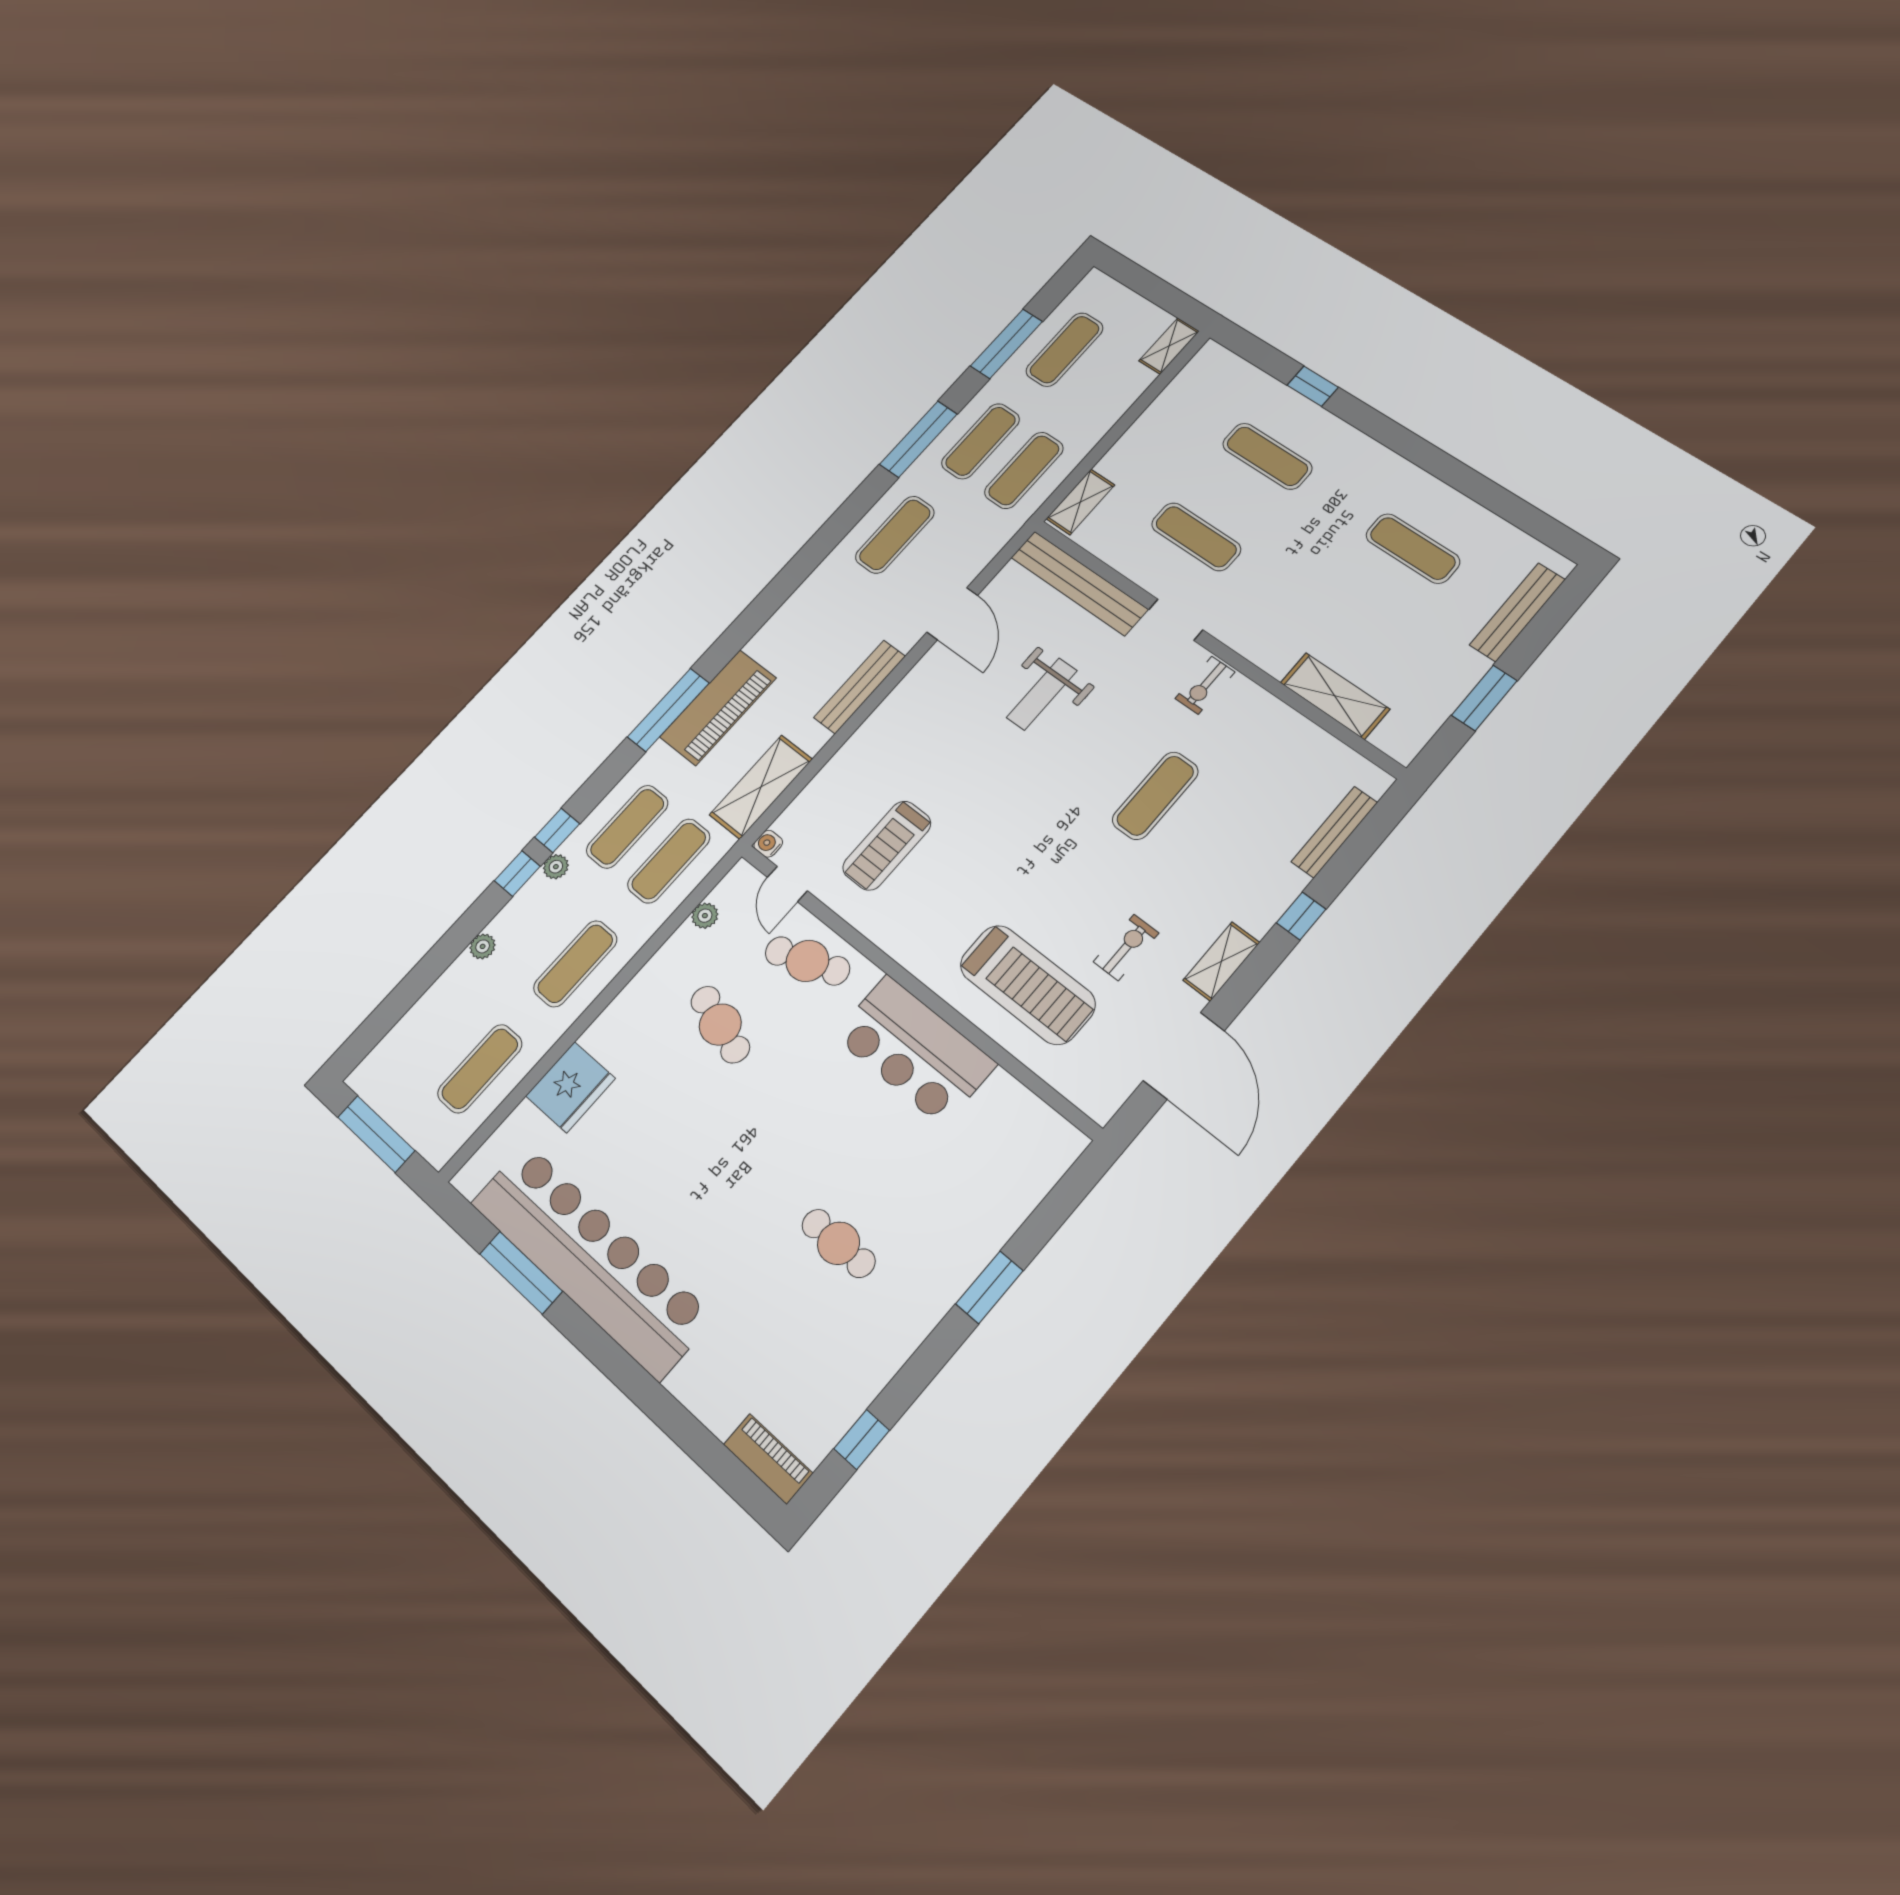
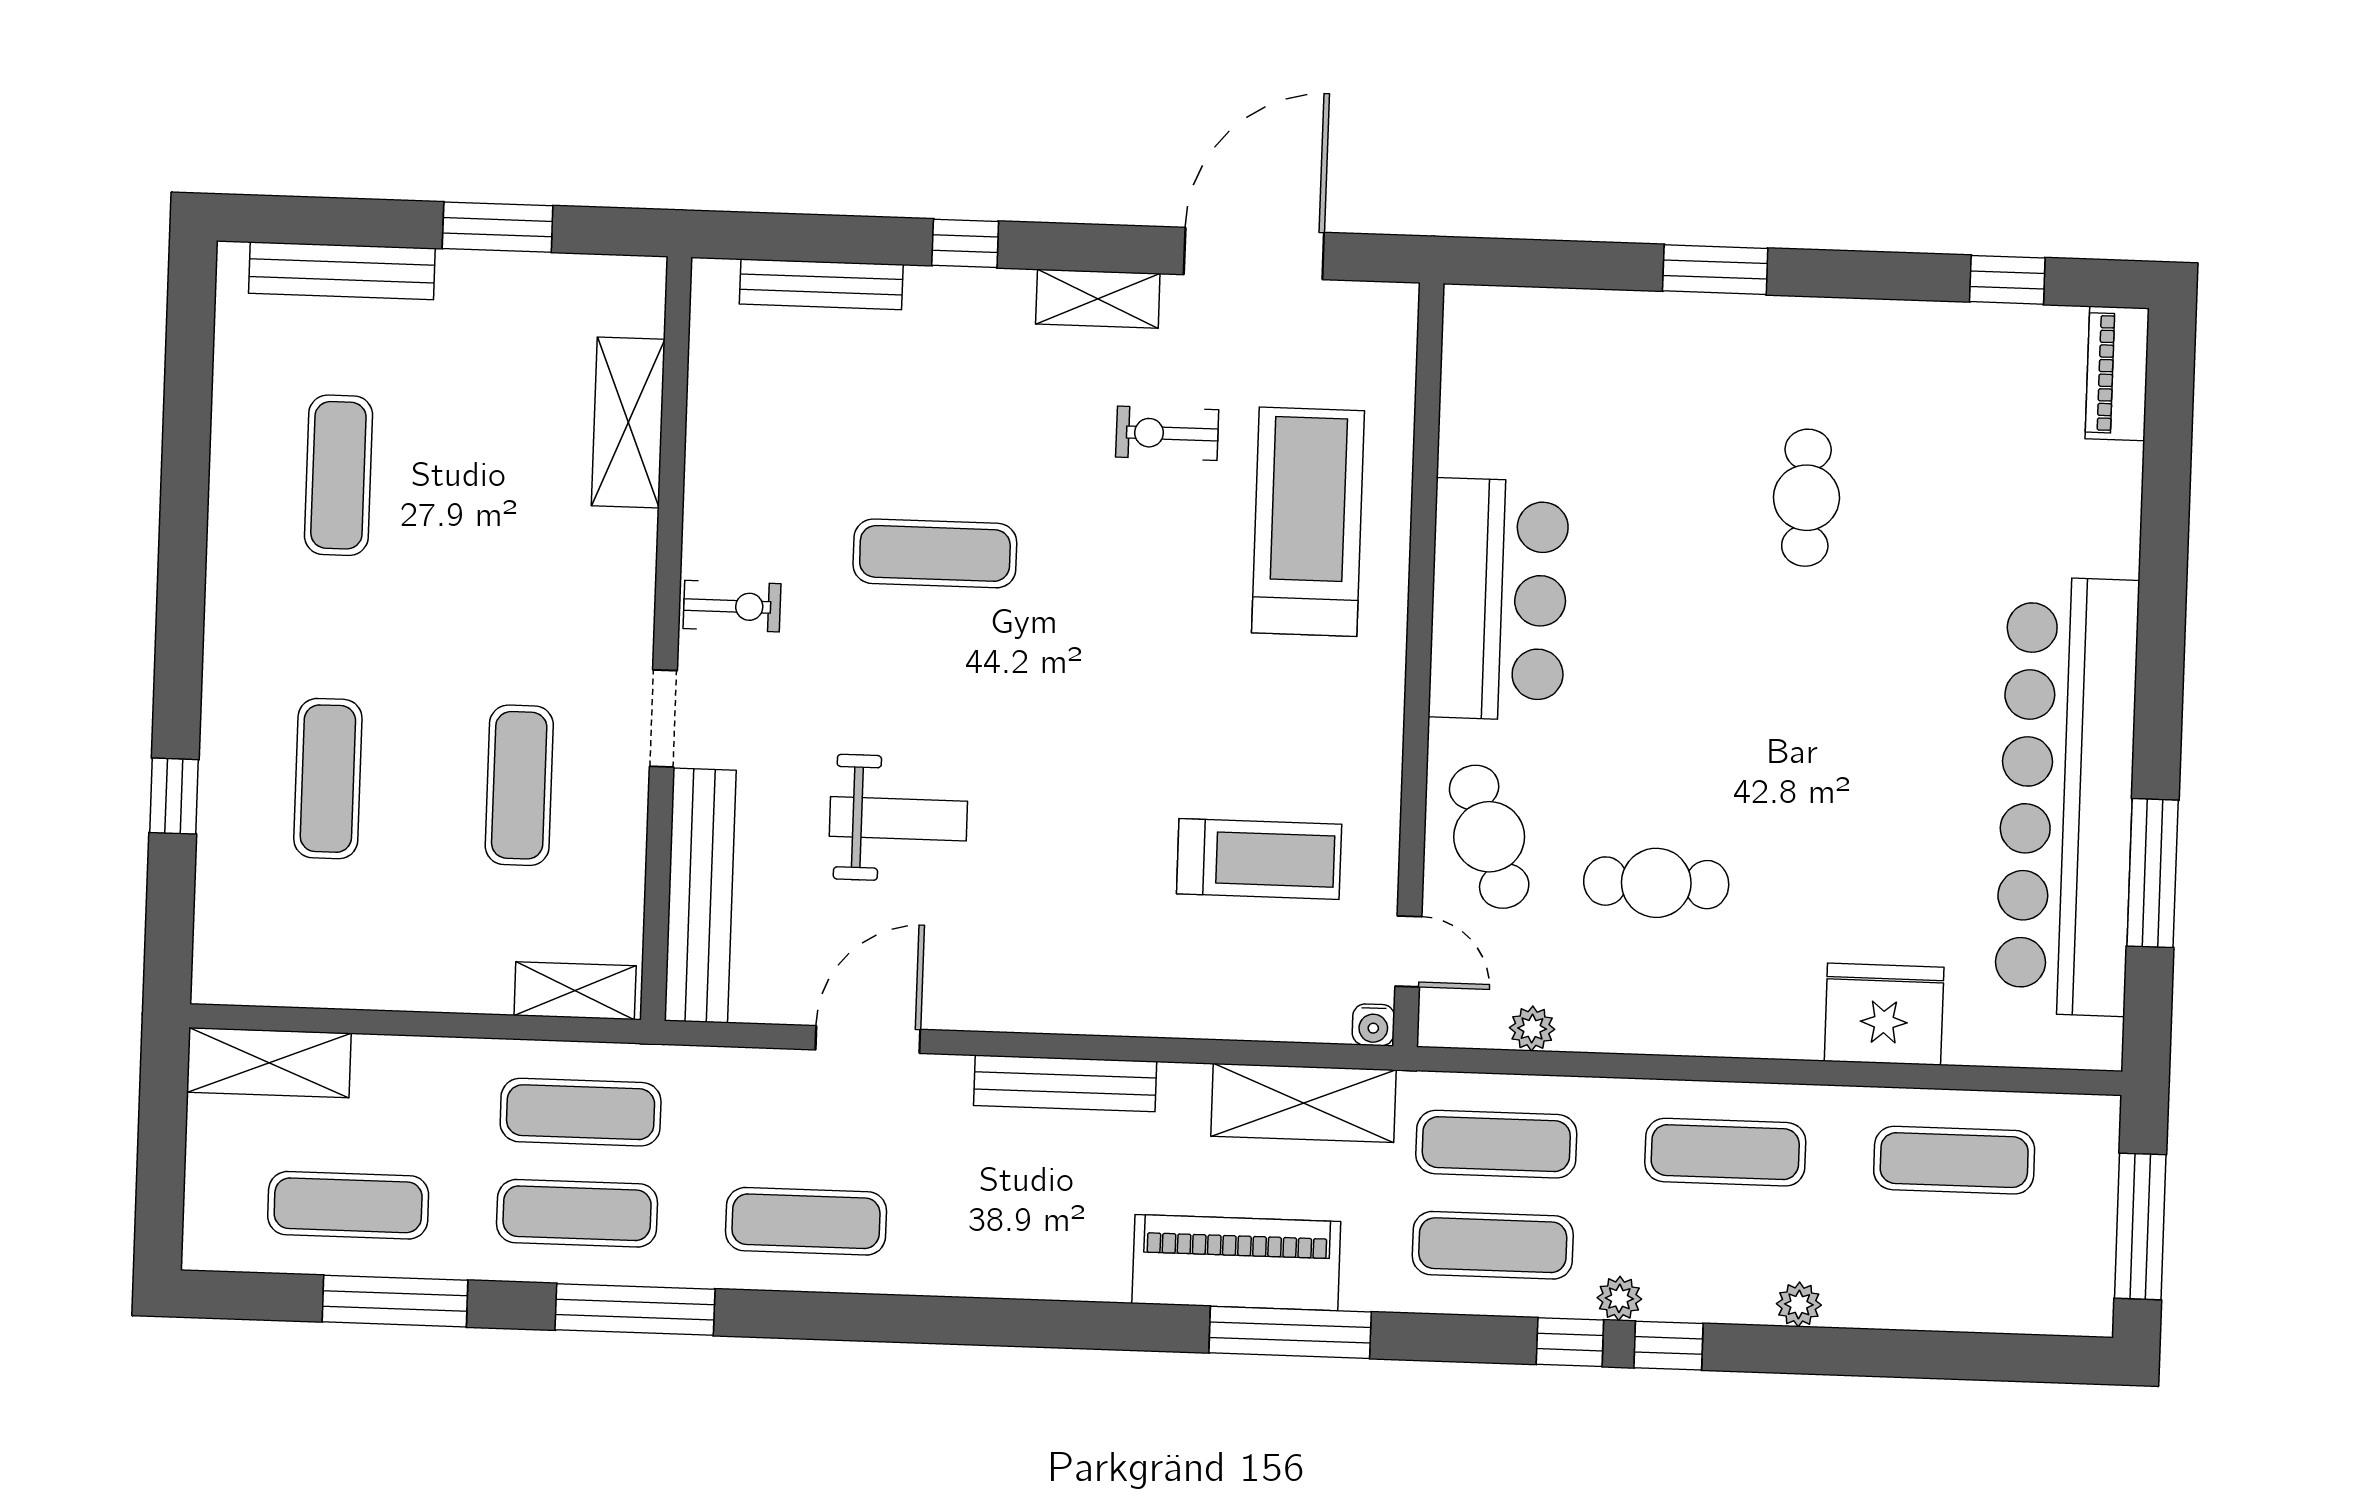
shelving: (1169, 346) -> (269, 1063), width x1.50, depth x1.33
door: (787, 884) -> (1408, 951), hinge flipped
cafe table: (720, 1024) -> (1656, 883), turned 73

